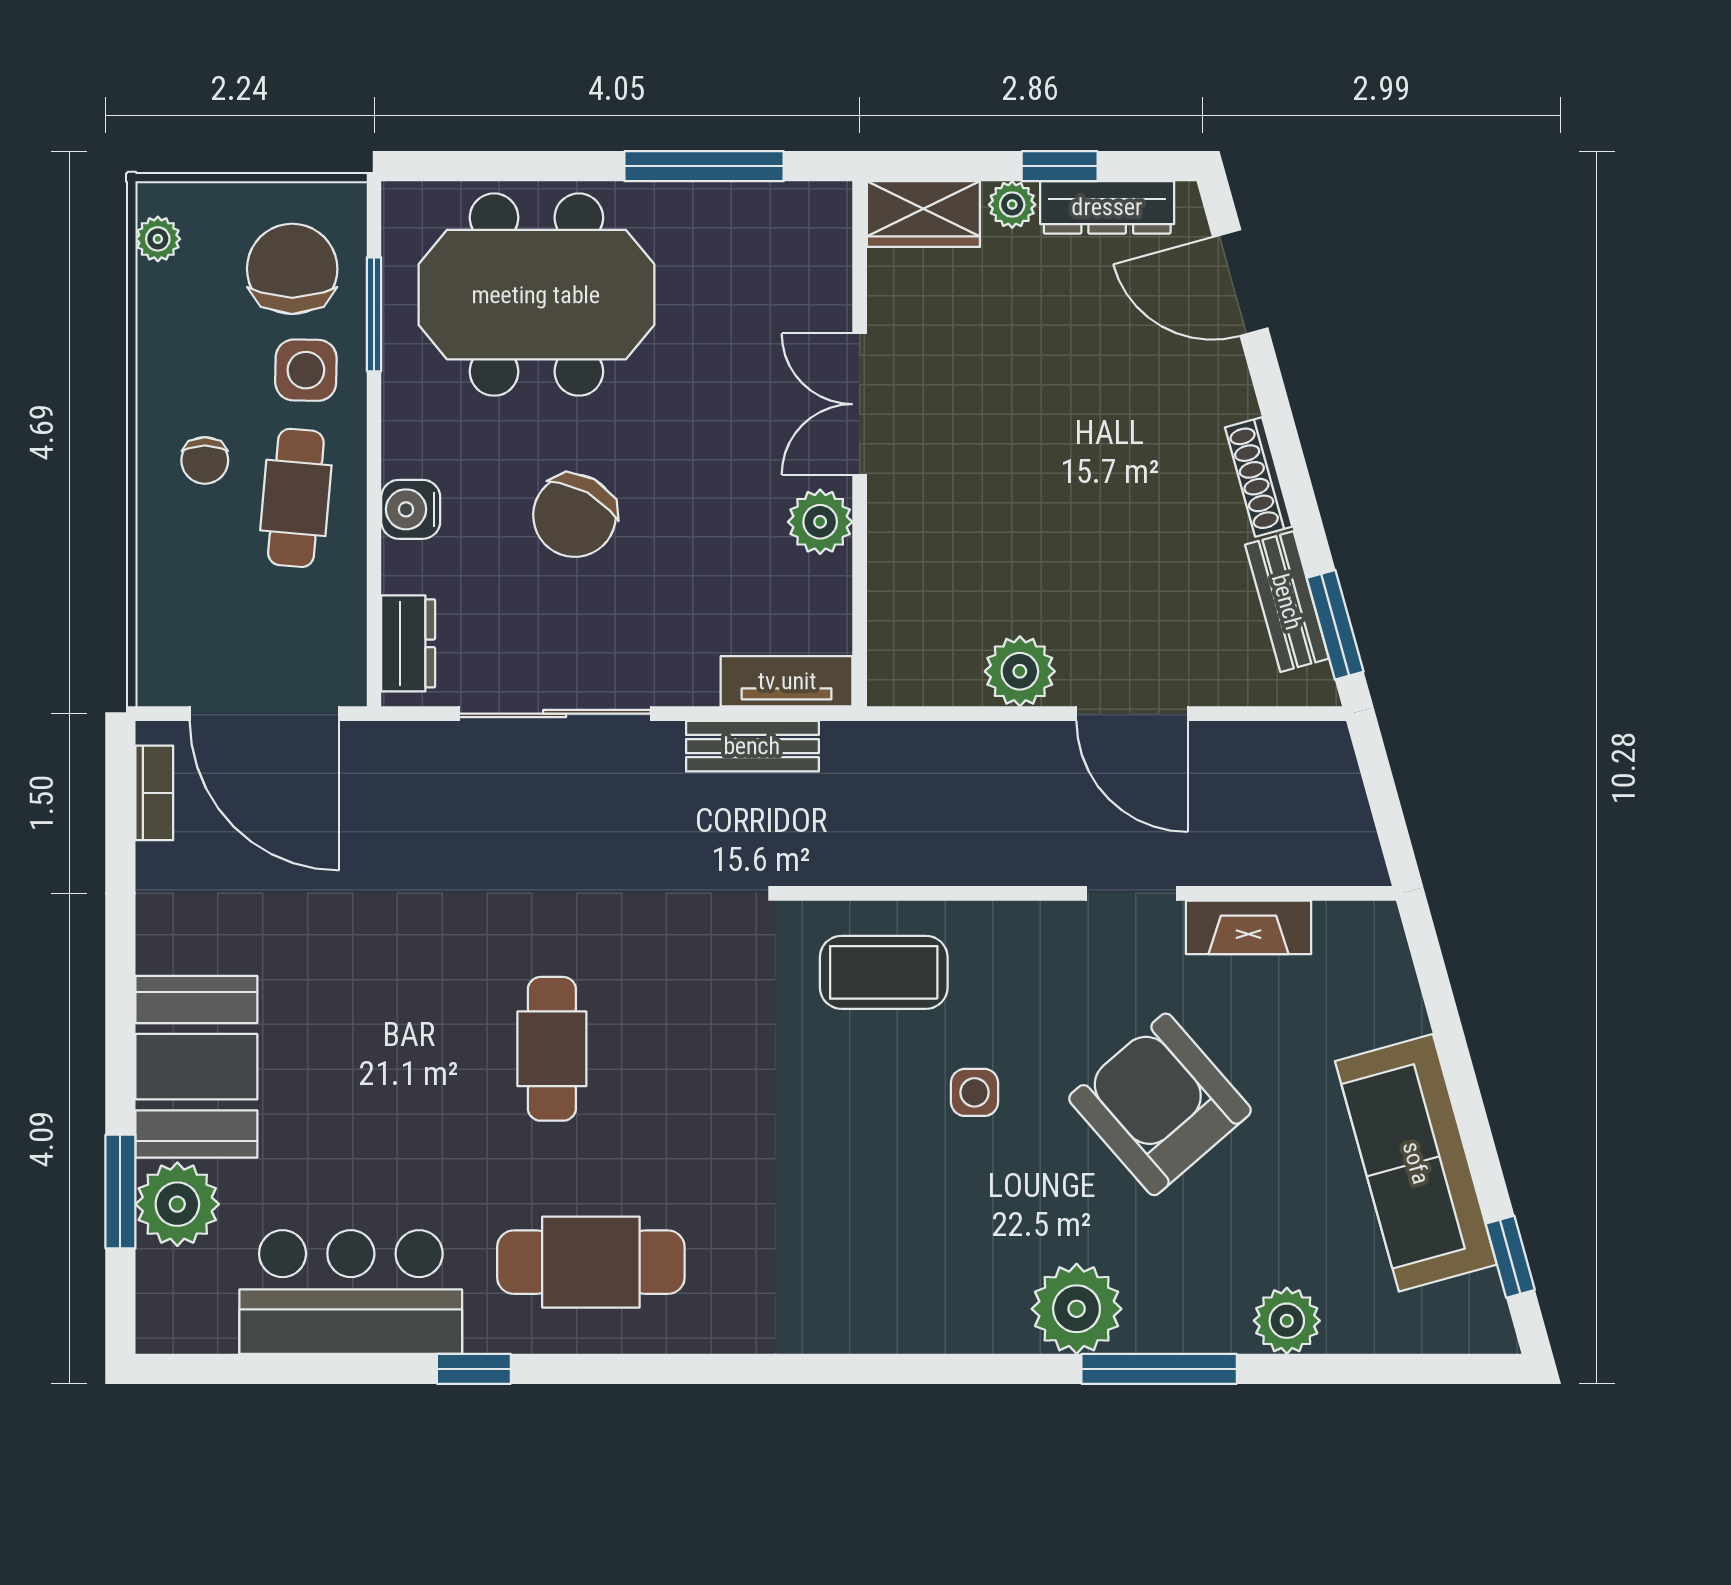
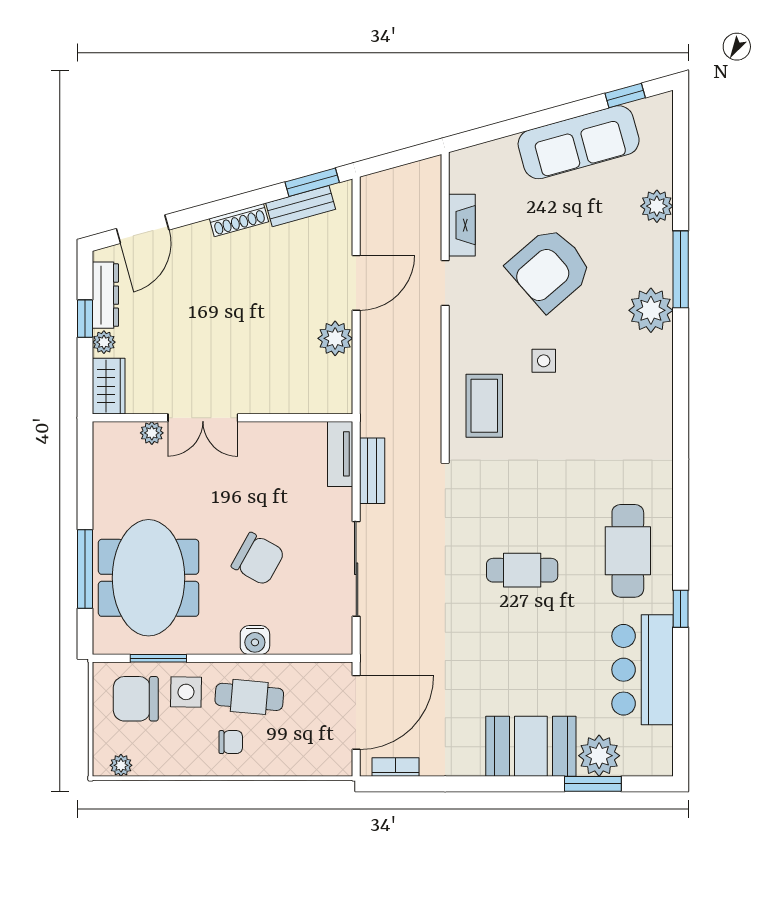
window: (704, 166) -> (85, 569), moved
plant: (820, 522) -> (152, 433), moved, width x0.73, depth x0.73
dresser: (408, 643) -> (321, 641), removed

